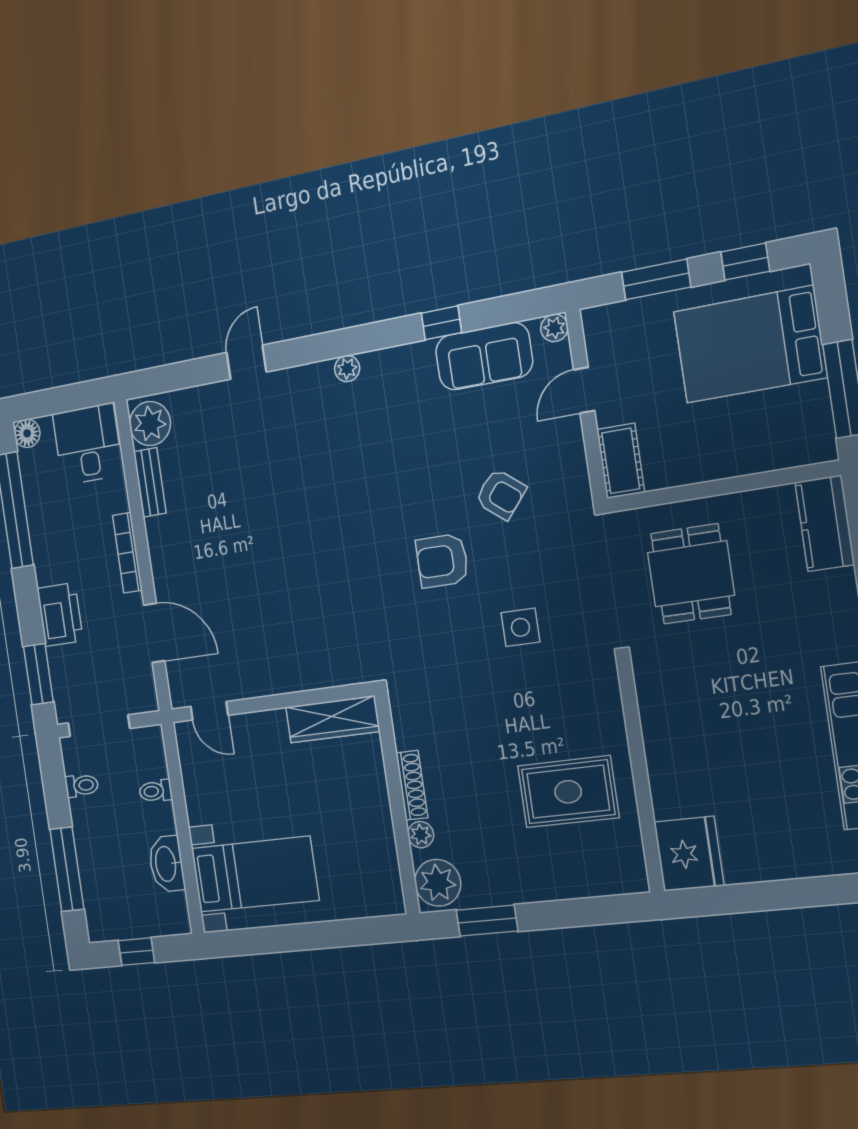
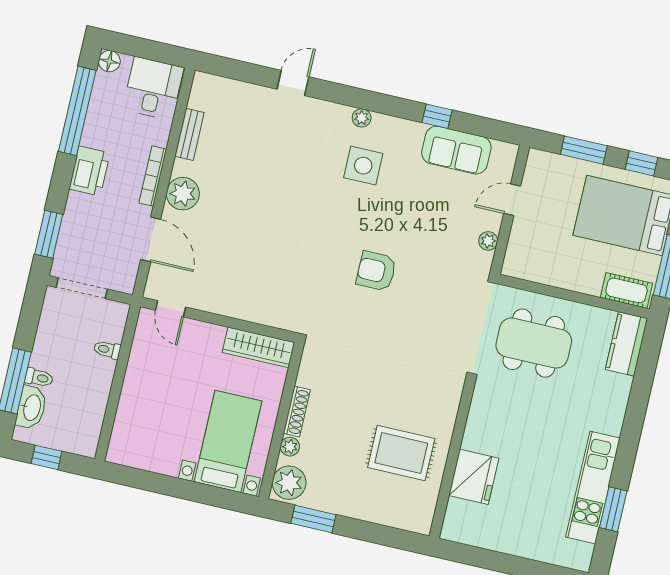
plant: (554, 328) -> (488, 241), moved
plant: (150, 424) -> (183, 194), moved
cot: (621, 461) -> (627, 290), moved, turned 90
armchair: (501, 494) -> (432, 244), removed
dining table: (691, 574) -> (534, 343), width x1.38
printer: (60, 615) -> (90, 171), moved
side table: (520, 627) -> (363, 166), moved, width x1.37, depth x1.37
toilet: (82, 785) -> (39, 378), moved
fridge: (689, 854) -> (474, 477), moved
washbasin: (166, 864) -> (31, 407), moved, turned 180
bed with nightstands: (255, 874) -> (228, 441), moved, turned -90

